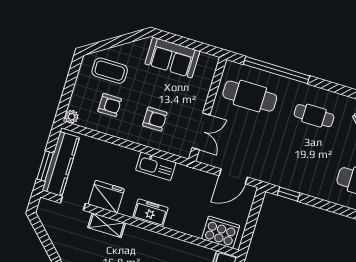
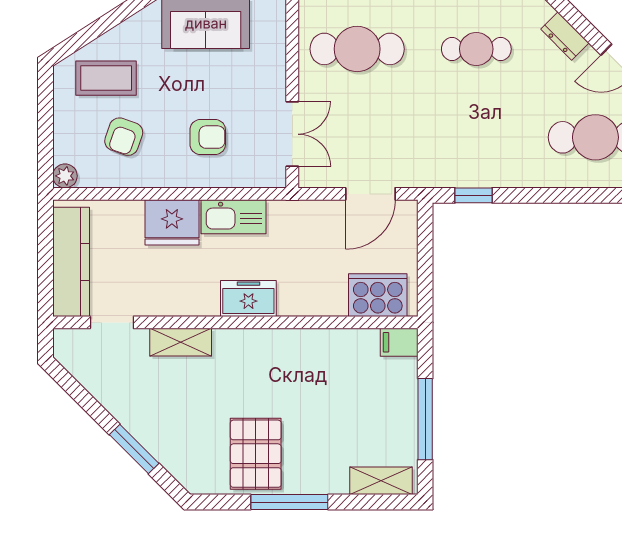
armchair: (110, 105) -> (124, 137), turned 109
window: (45, 166) -> (46, 273), removed
fridge: (106, 197) -> (172, 222), moved, turned 180

